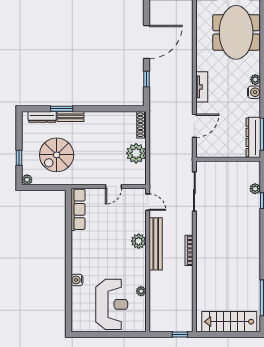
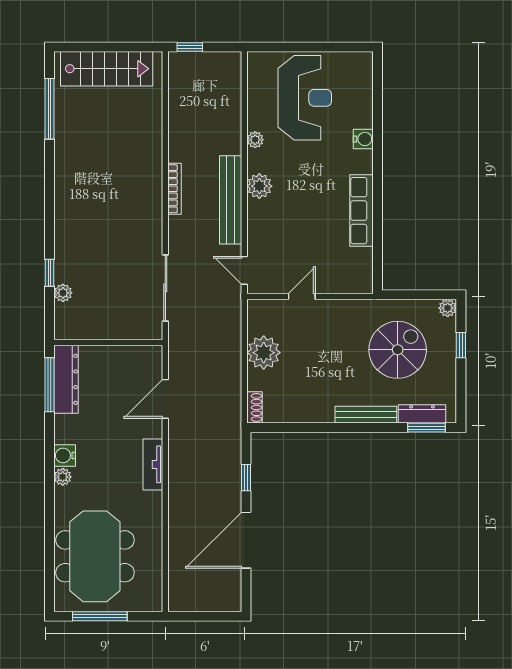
window: (62, 109) -> (426, 428), moved
bench: (71, 116) -> (366, 415), width x1.36
shoe rack: (141, 125) -> (254, 407), width x0.70
row of seats: (78, 209) -> (362, 211), moved
plant: (139, 241) -> (259, 186), moved
plant: (141, 291) -> (255, 140), moved
reception desk: (112, 304) -> (305, 98), turned 180

